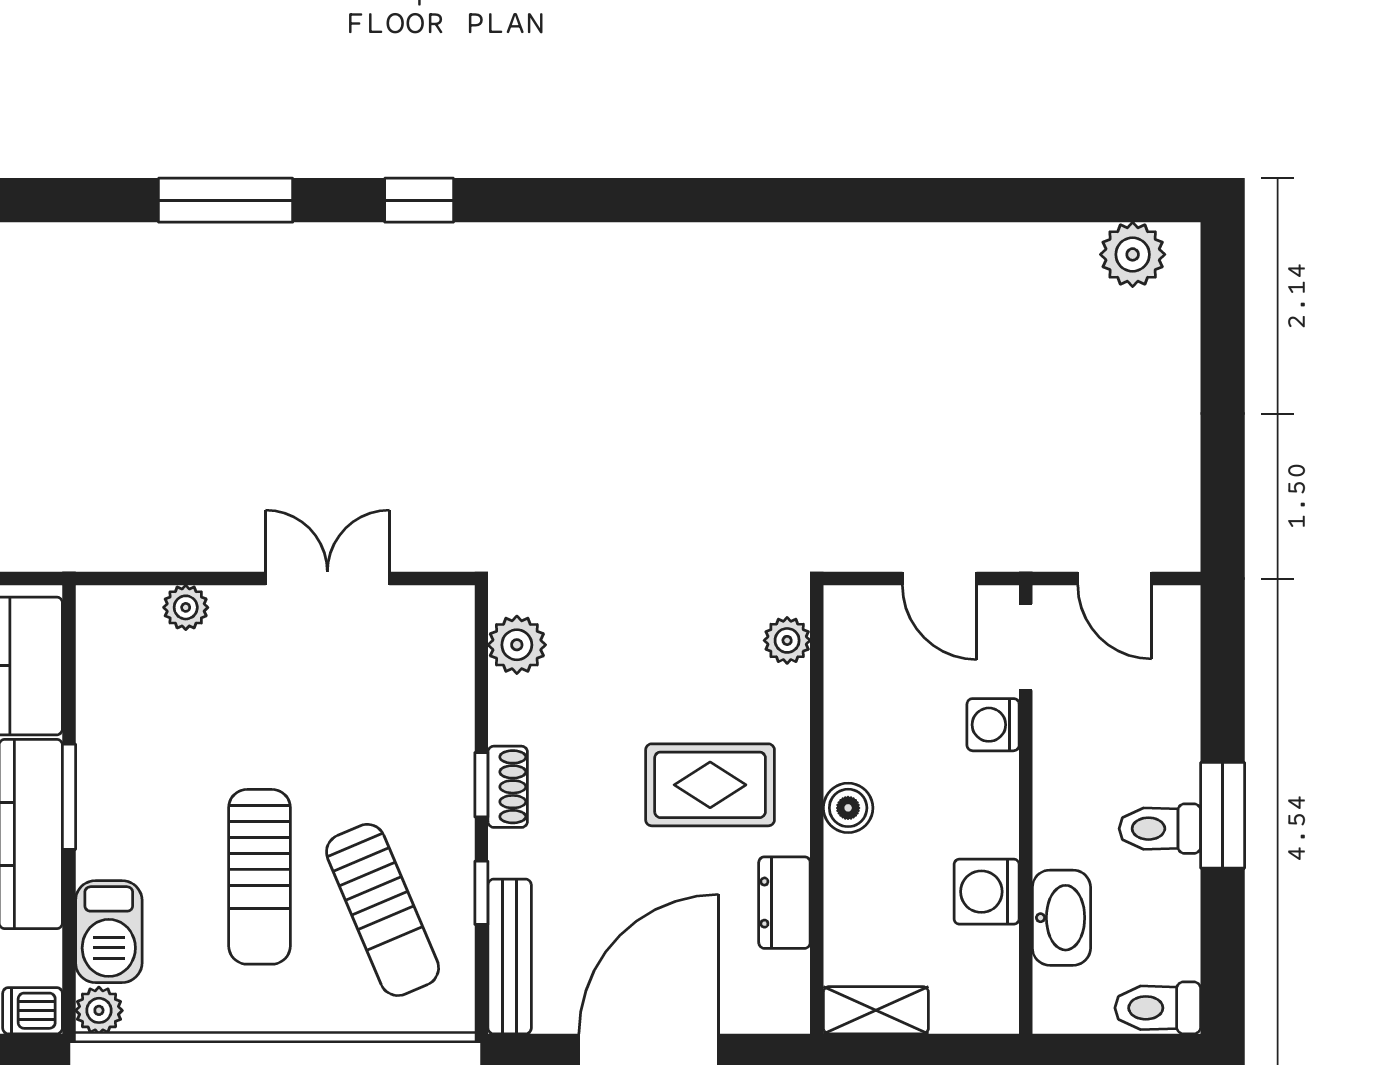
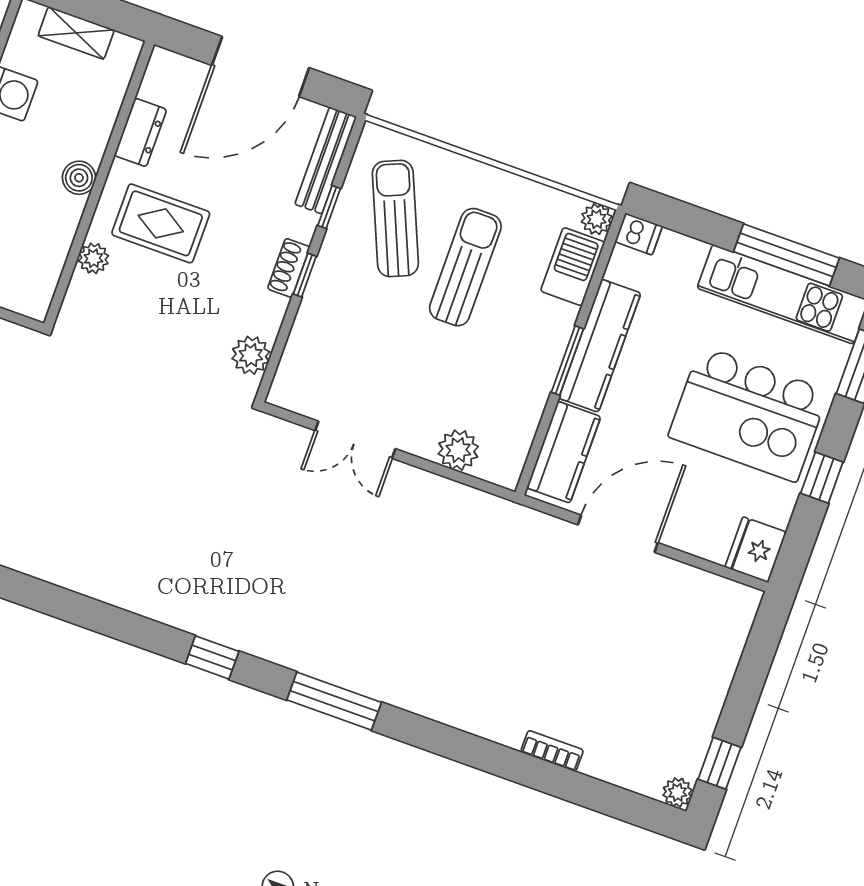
plant: (186, 607) -> (458, 450), width x1.38, depth x1.38
plant: (787, 640) -> (93, 258), moved
shelving: (876, 1010) -> (76, 33), moved

